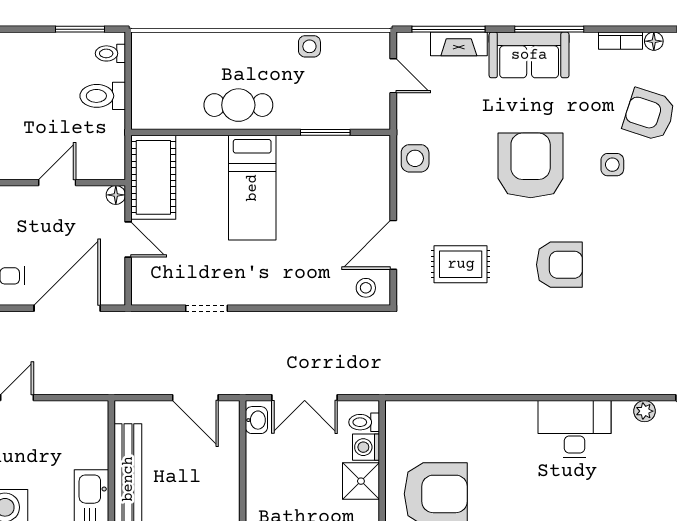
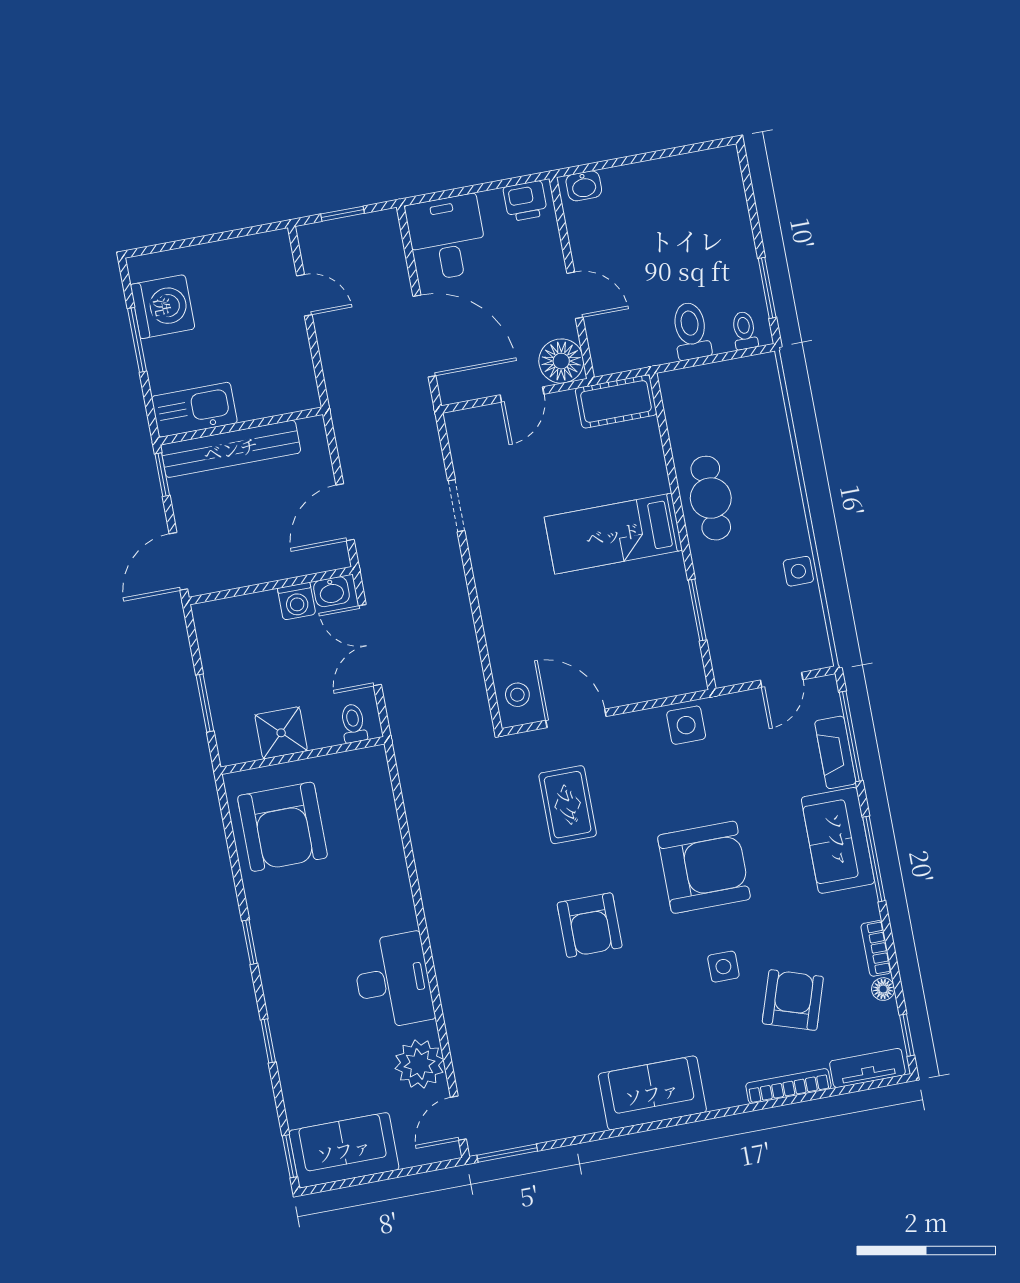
cot: (153, 177) -> (616, 401), width x0.73, depth x0.75
floor lamp: (116, 195) -> (561, 361), width x1.89, depth x1.89
plant: (644, 411) -> (419, 1064), width x1.88, depth x1.88
washing machine: (366, 447) -> (297, 601), moved, turned 180

